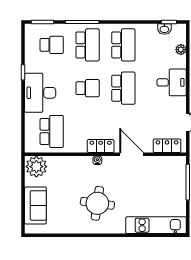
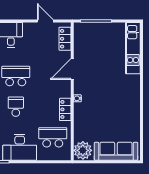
locker: (101, 146) -> (65, 109), moved
round table: (97, 203) -> (114, 98), removed
sofa: (35, 205) -> (116, 151), width x1.36

